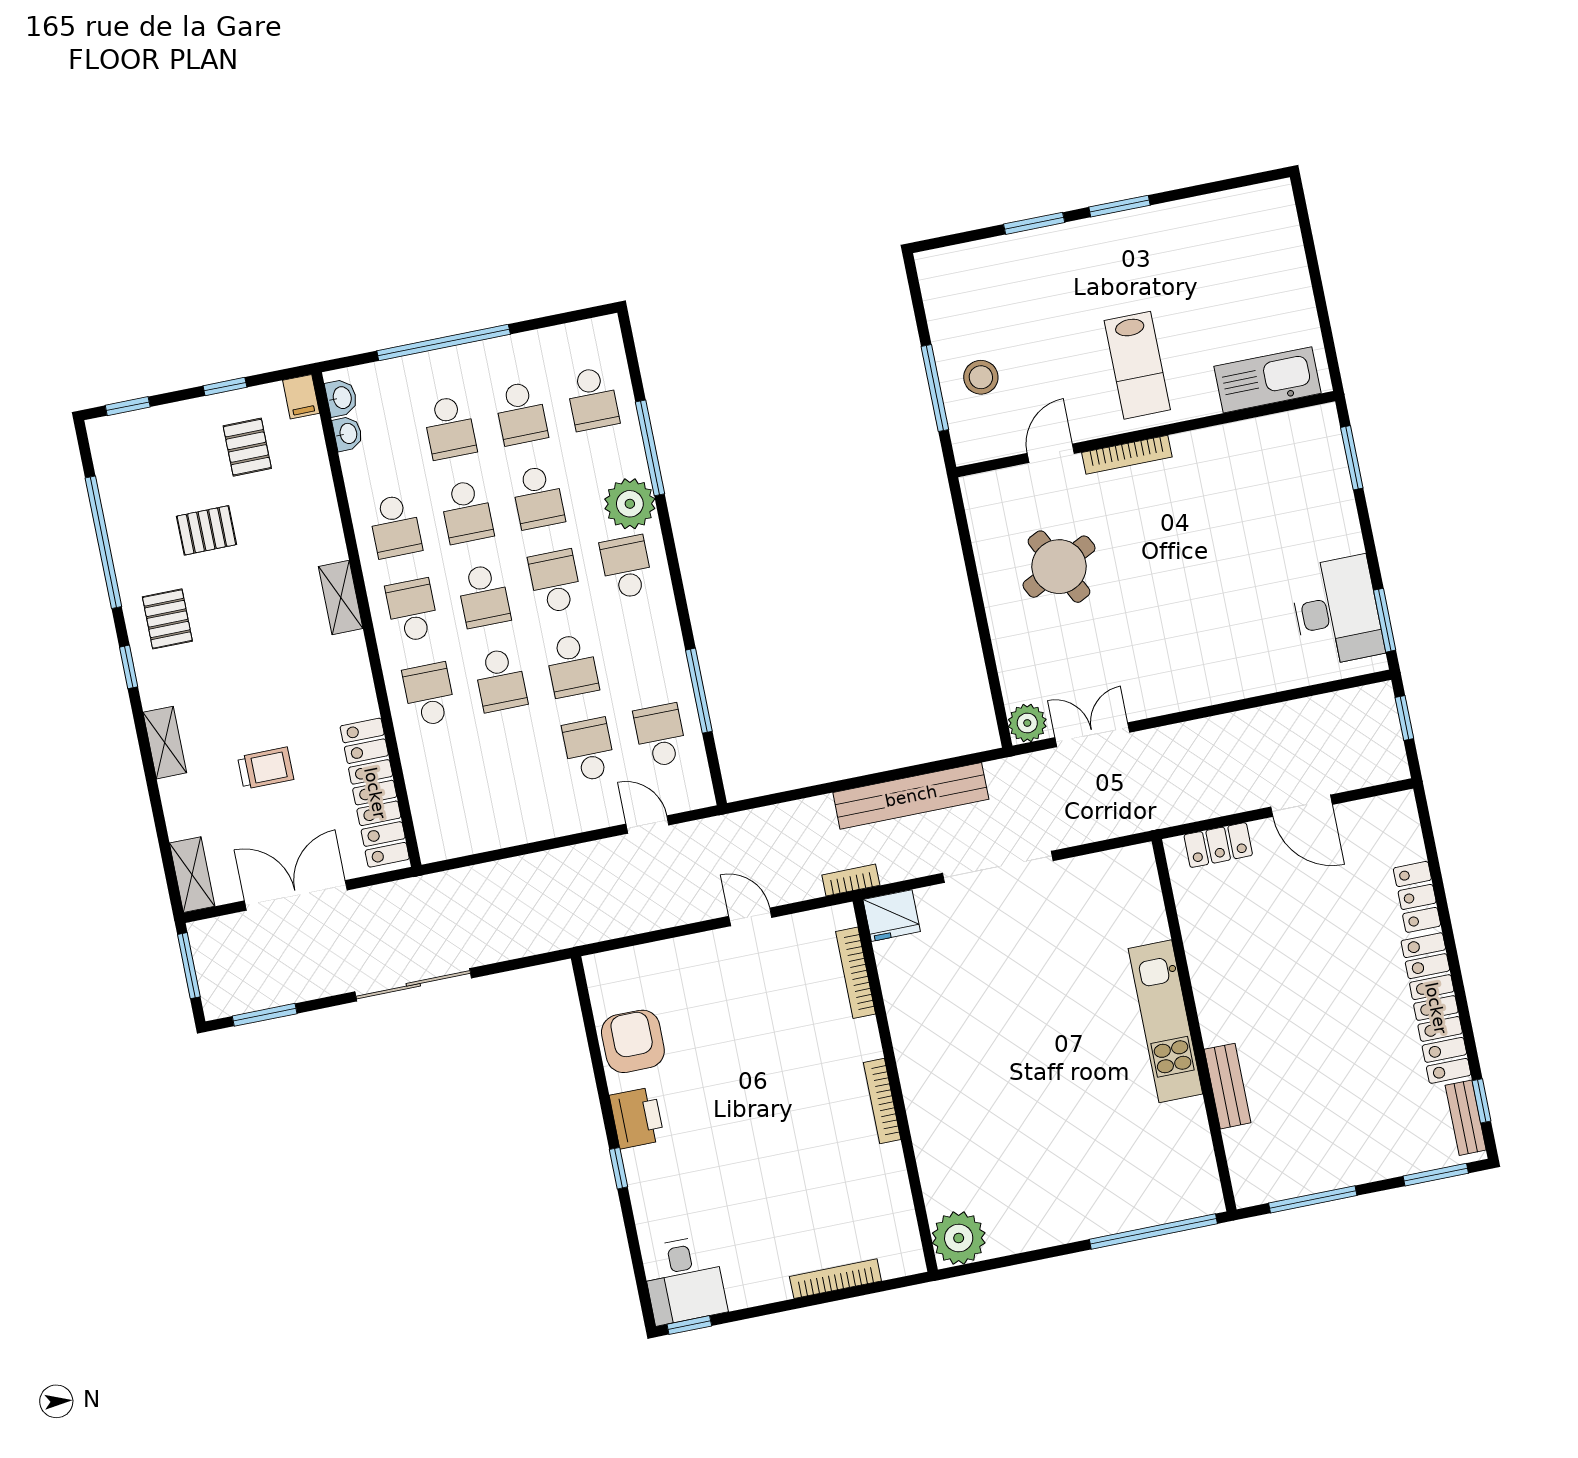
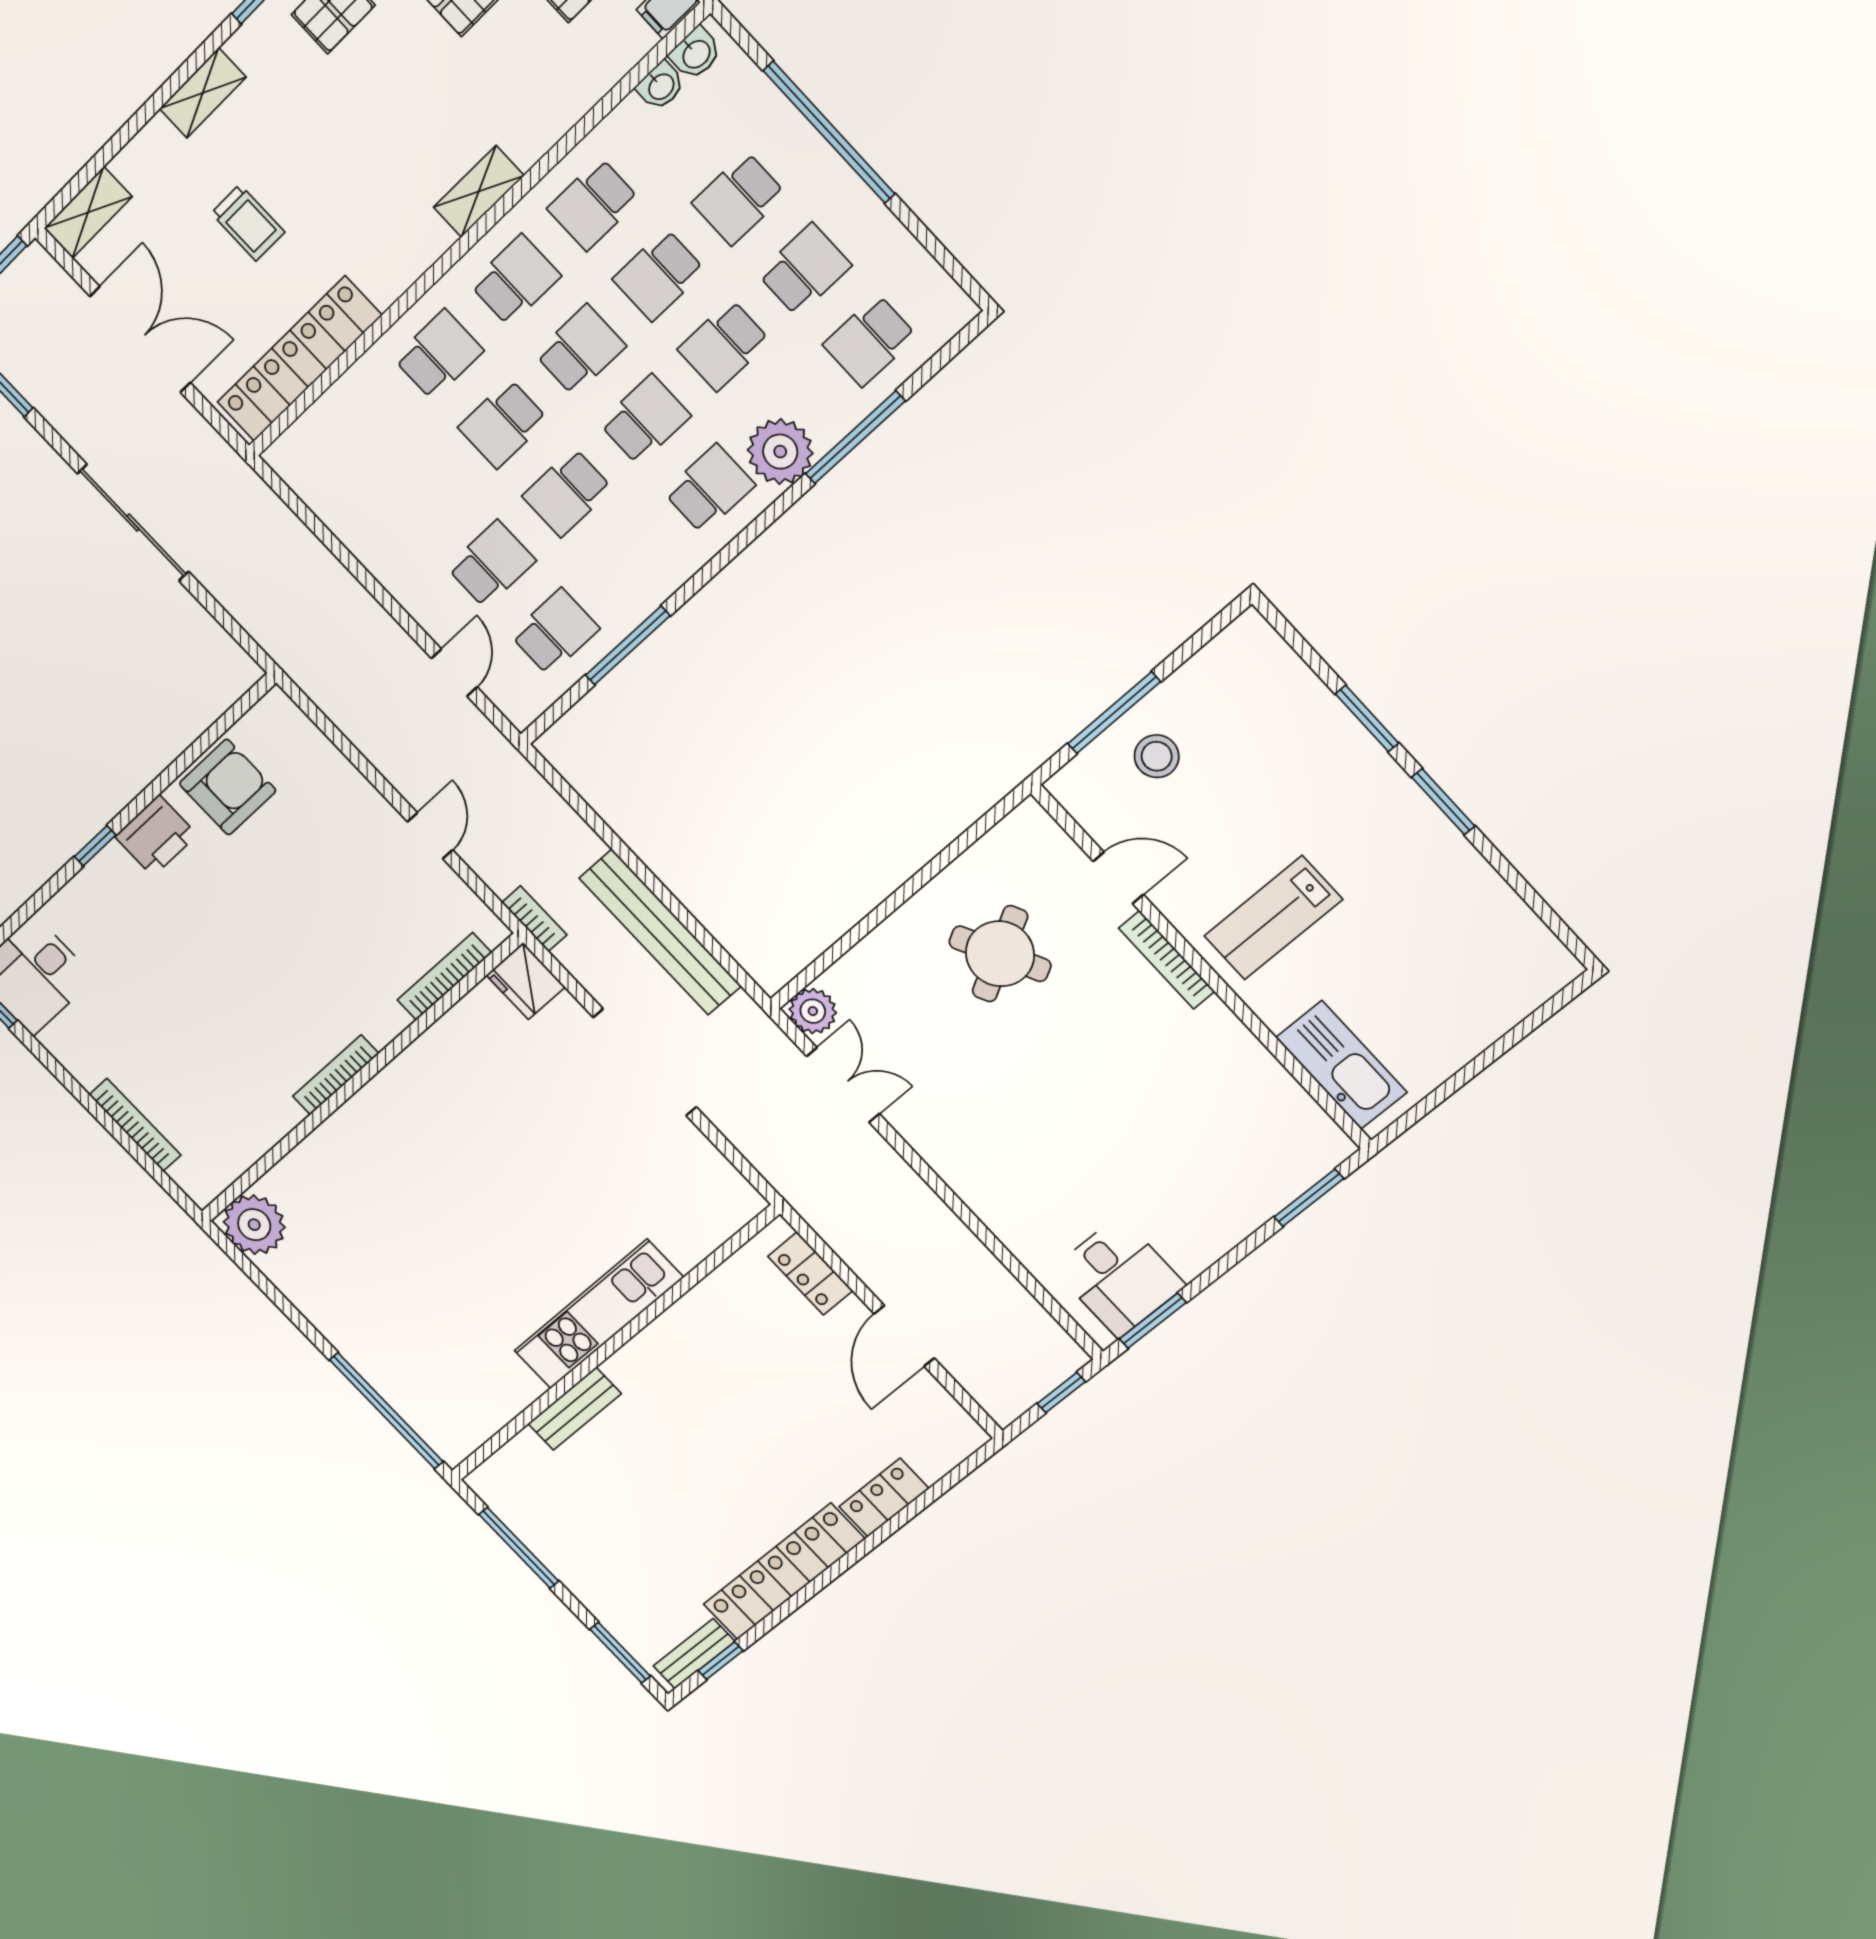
school desk: (521, 413) -> (804, 270), turned 180
school desk: (484, 596) -> (580, 350), turned 180
desk: (1337, 611) -> (1119, 1277), width x0.73

